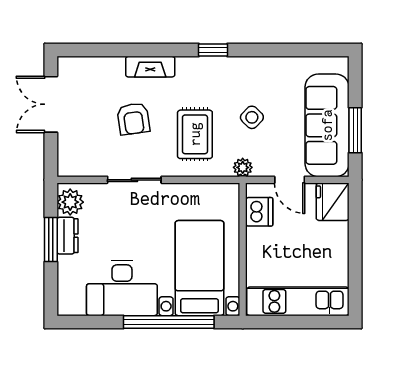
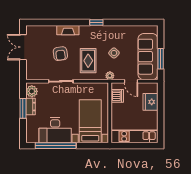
fridge: (333, 202) -> (150, 102), moved
window: (169, 322) -> (56, 146), moved

